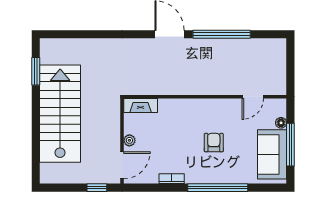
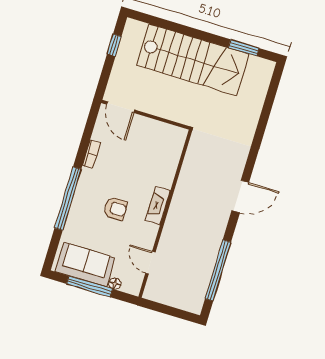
window: (222, 34) -> (218, 270), moved
fireplace: (141, 105) -> (158, 205), moved
plant: (129, 140) -> (144, 123), removed
window: (97, 188) -> (114, 45), moved

